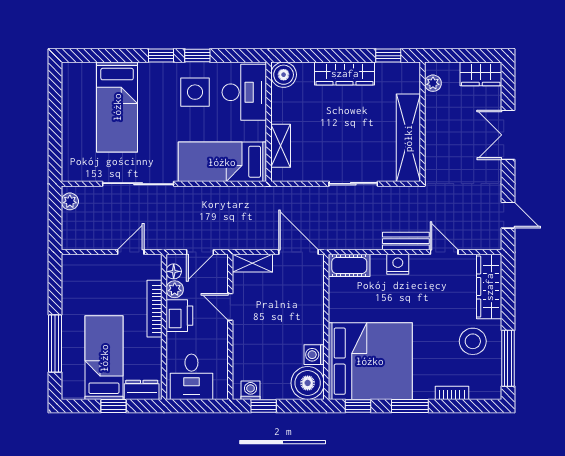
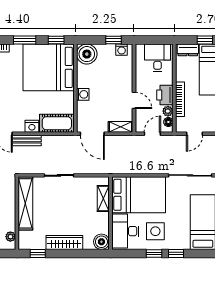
bed: (222, 162) -> (139, 195), width x1.50
cot: (349, 265) -> (57, 123), width x1.37, depth x1.34
washing machine: (314, 355) -> (83, 94), moved

